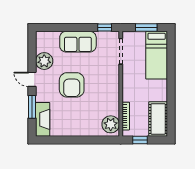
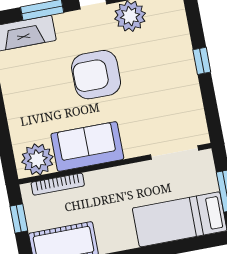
window: (105, 28) -> (202, 61), moved
sofa: (78, 42) -> (87, 147), moved, turned 90

